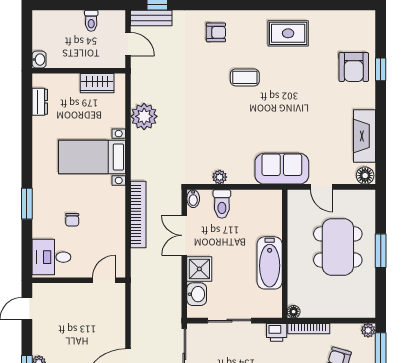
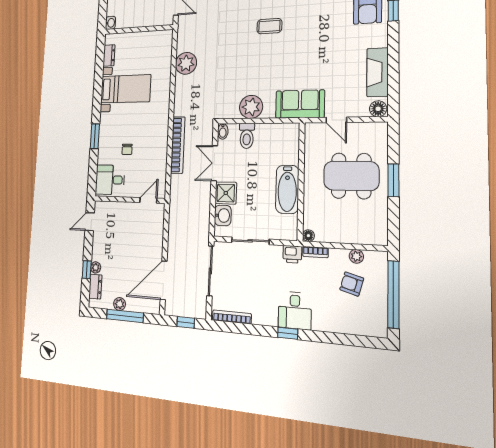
wardrobe: (97, 83) -> (151, 38), removed
bed with nightstands: (92, 157) -> (126, 89), moved, turned 180
plant: (220, 177) -> (251, 107), width x1.87, depth x1.87
dining table: (338, 247) -> (351, 176), turned 90
bookcase: (309, 329) -> (315, 252), width x0.64
plant: (368, 330) -> (356, 256), moved

